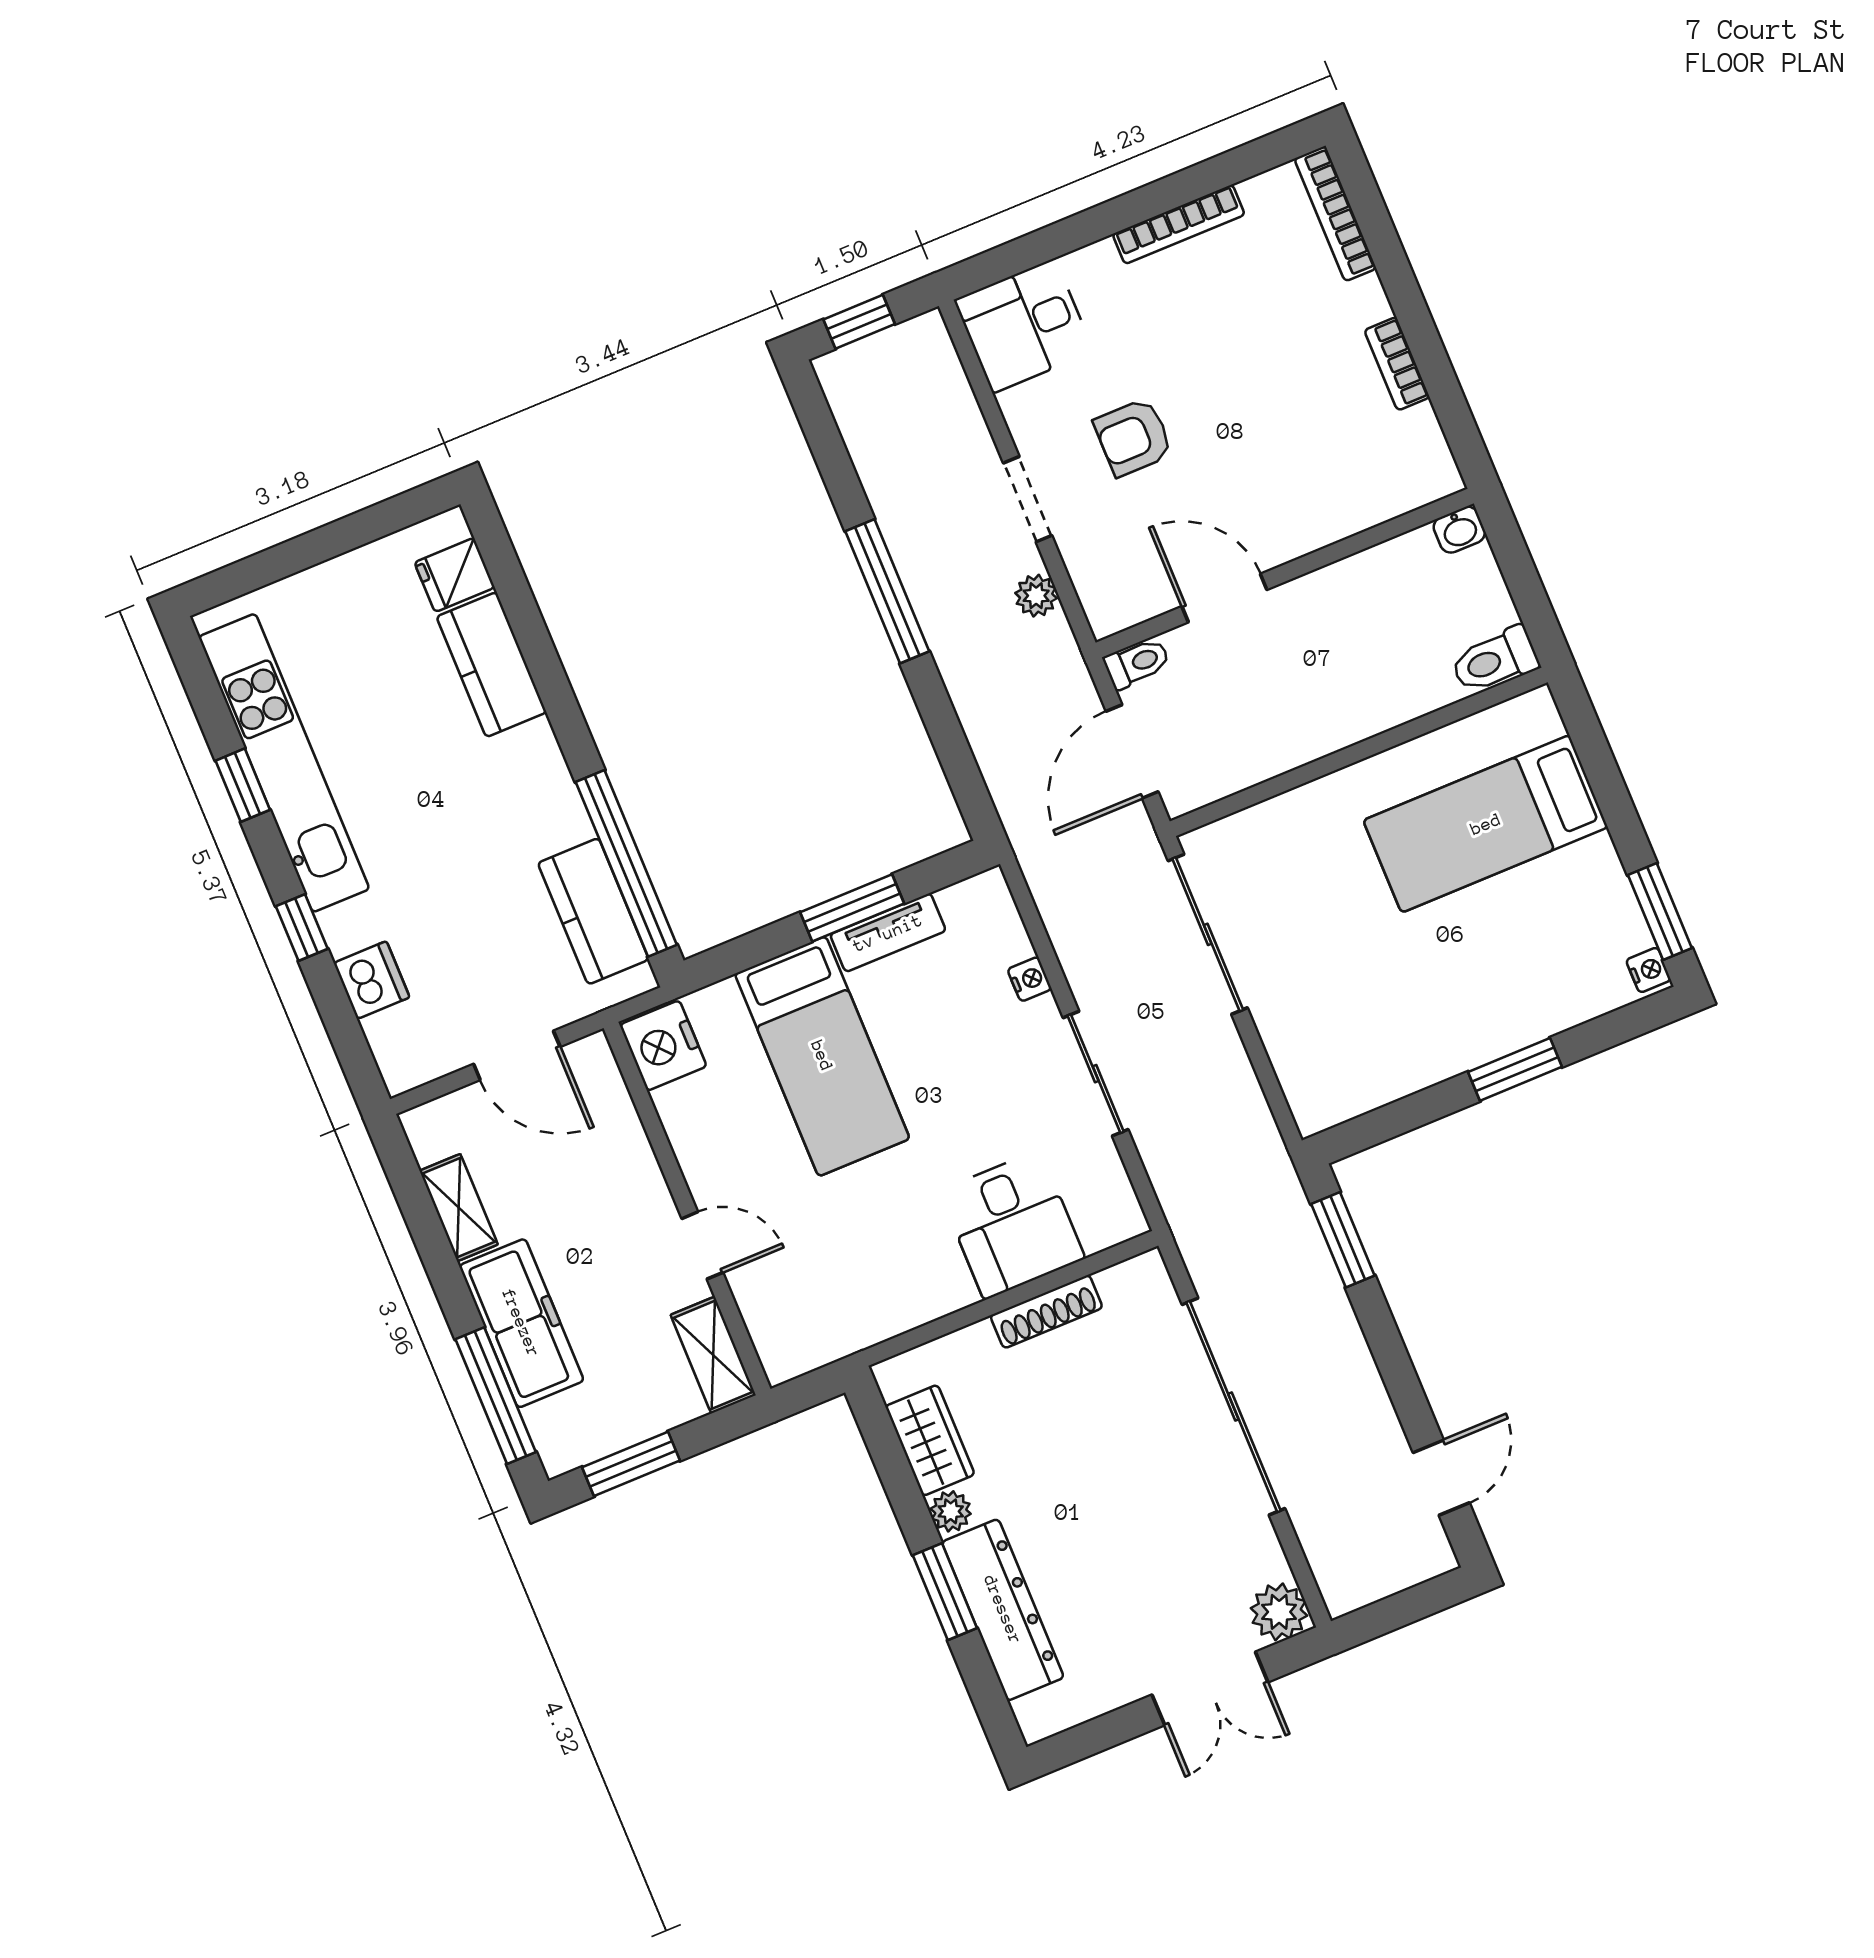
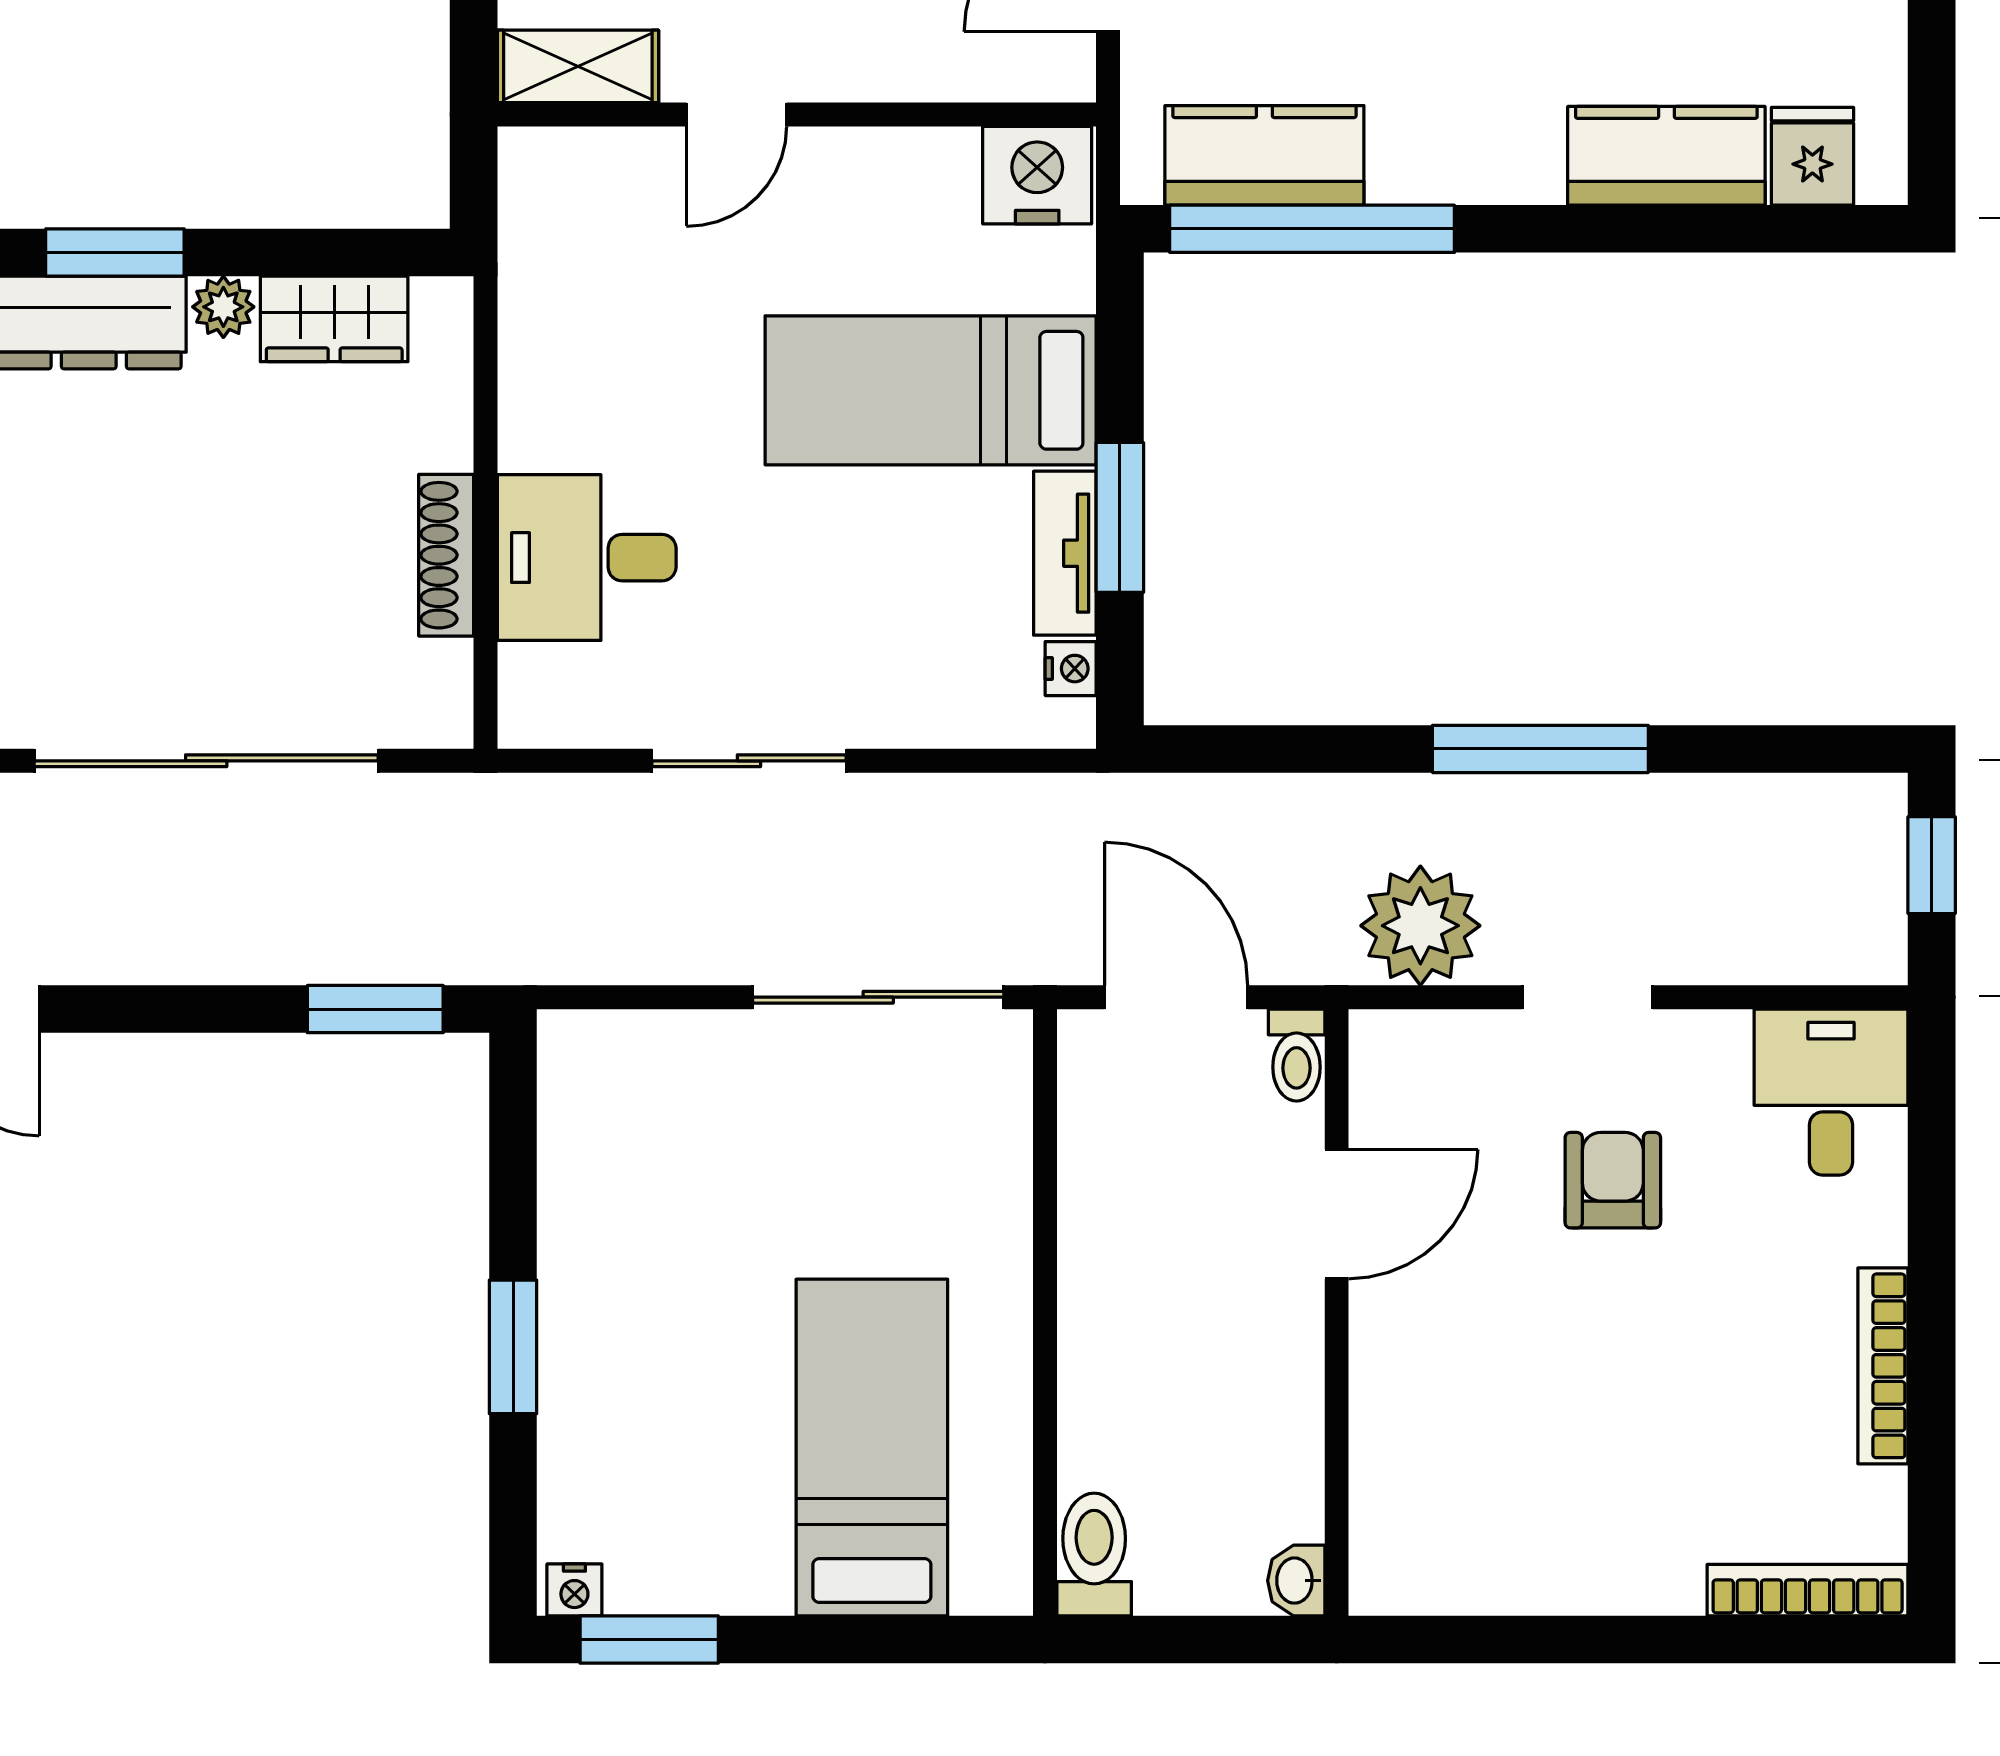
bookcase: (1397, 364) -> (1563, 1589), removed
plant: (1036, 596) -> (1420, 926), width x1.88, depth x1.88
nightstand: (1030, 979) -> (1071, 669), moved, turned -90

